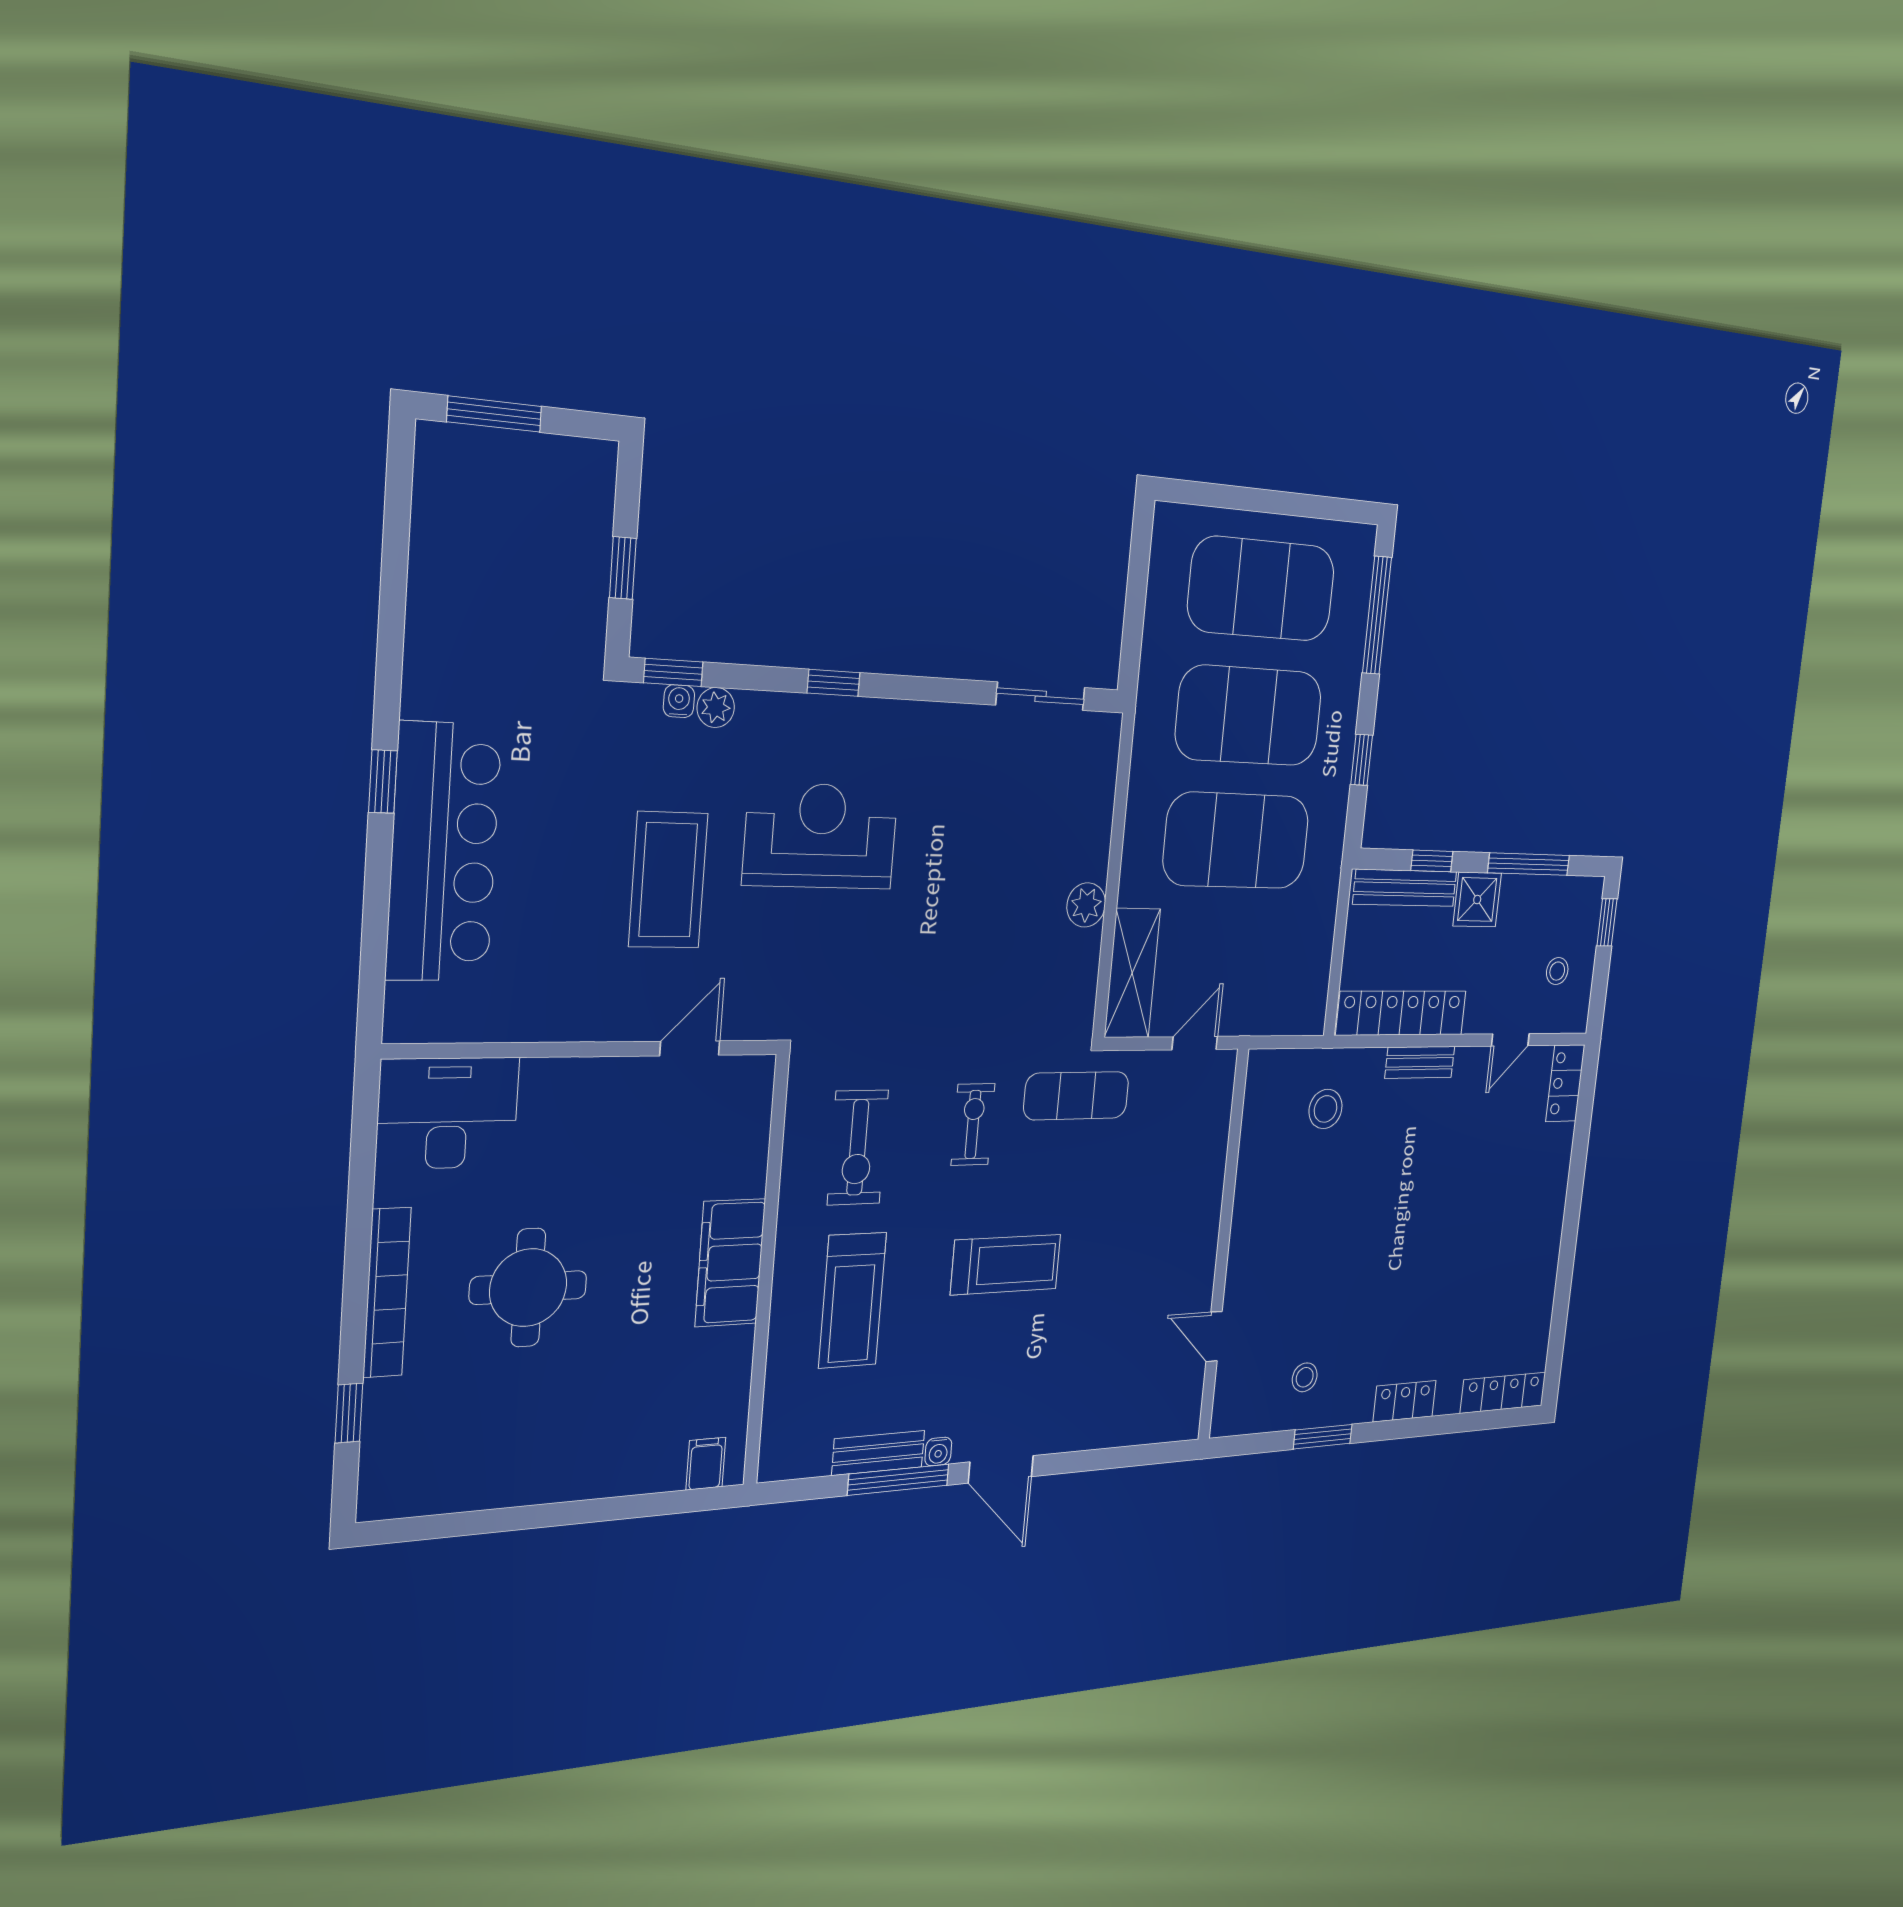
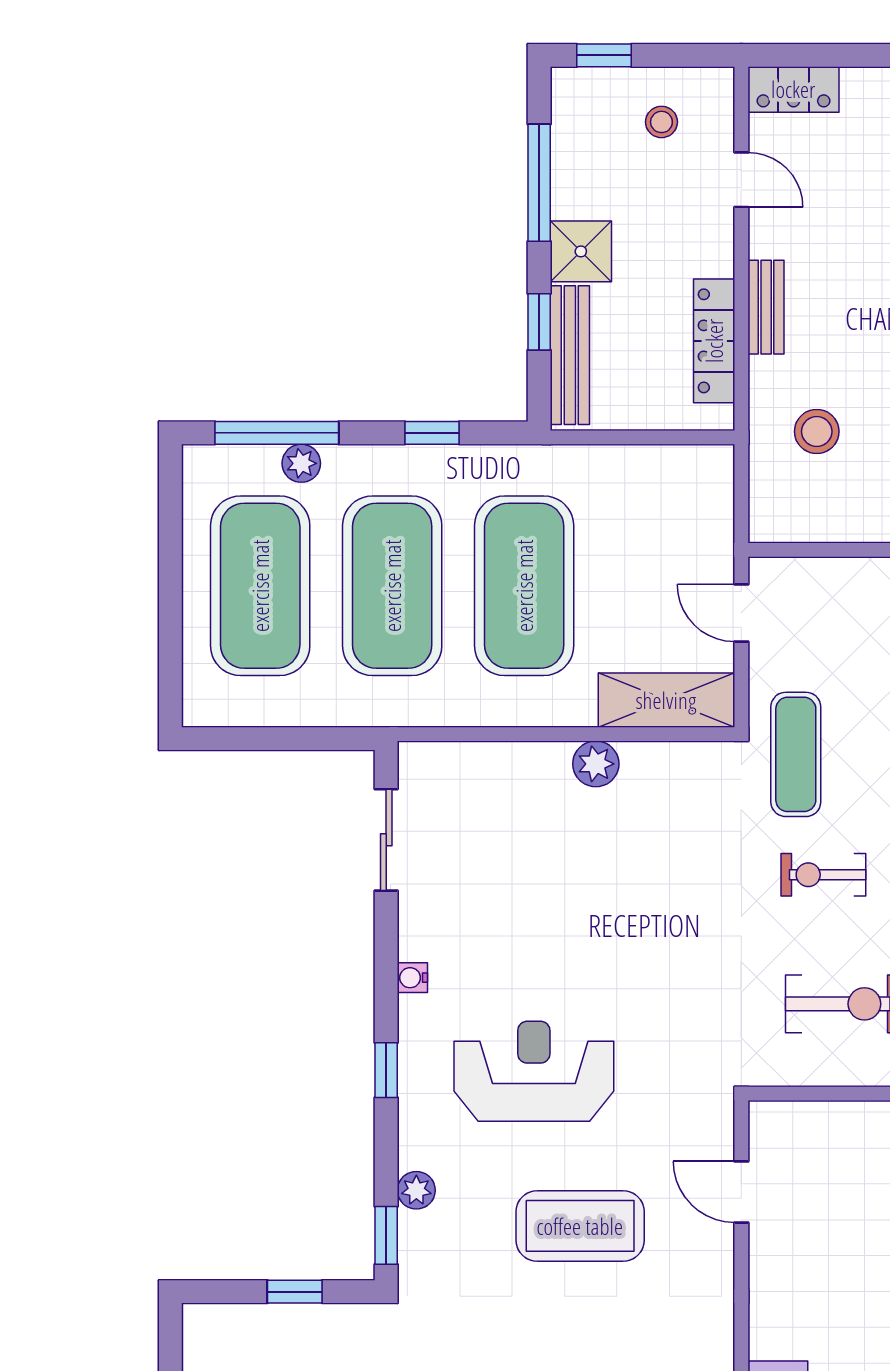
plant: (1352, 636) -> (301, 463), added
water cooler: (679, 701) -> (412, 978), moved
reception desk: (821, 836) -> (534, 1071), turned 90
locker: (1401, 1013) -> (714, 341), width x0.71, depth x0.83

